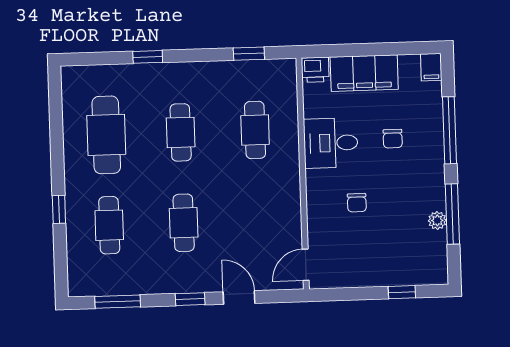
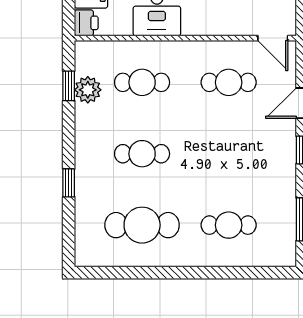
plant: (245, 74) -> (88, 90), added
window: (59, 209) -> (212, 273), removed
cafe table: (184, 223) -> (229, 82), moved

